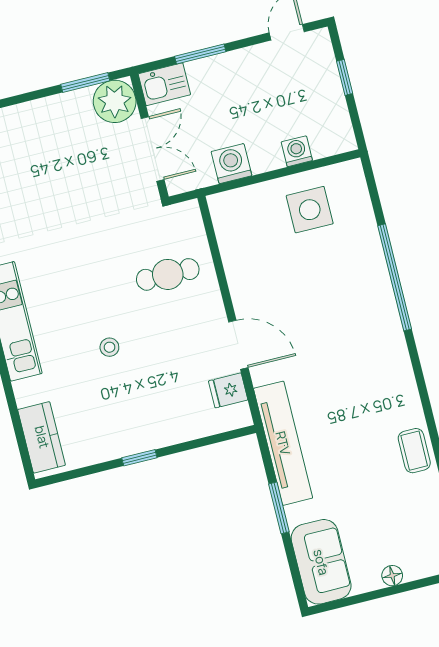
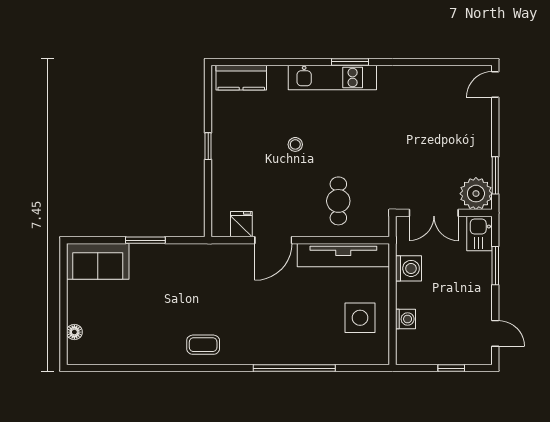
tv unit: (283, 443) -> (343, 255), moved
coffee table: (414, 451) -> (203, 345), moved
floor lamp: (392, 576) -> (74, 332), moved

